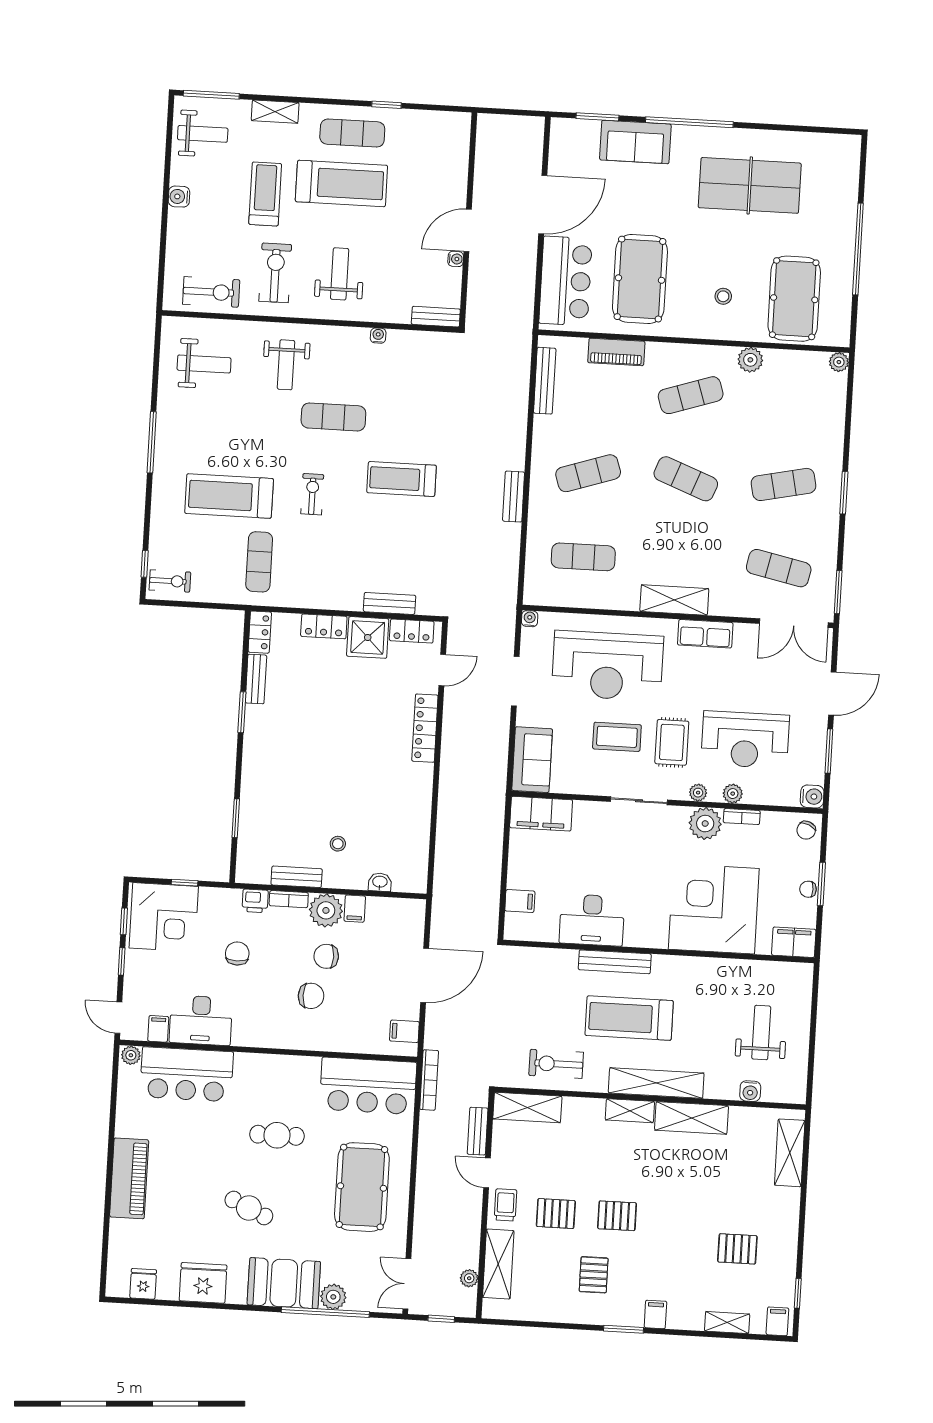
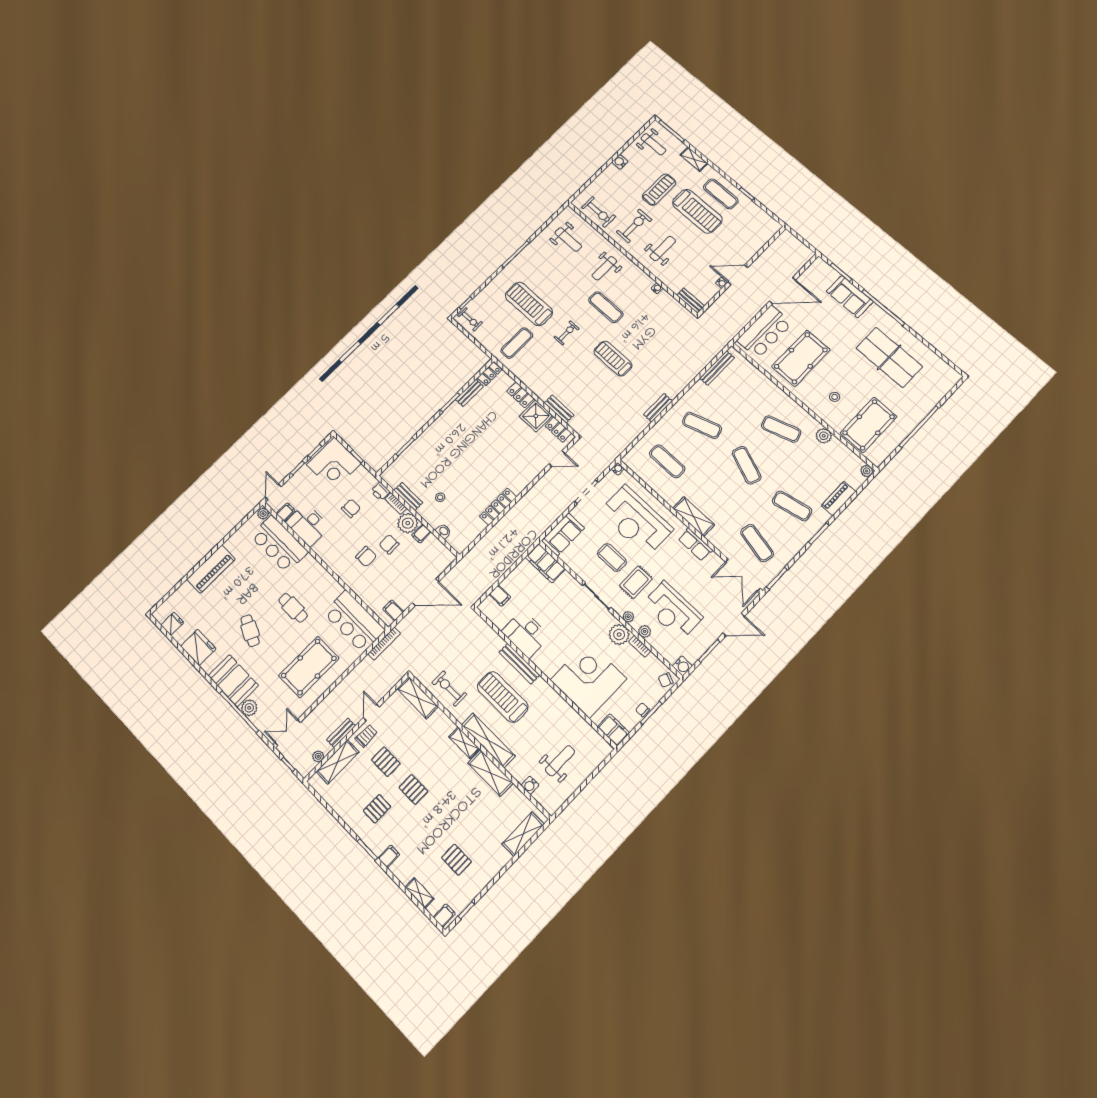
piano: (616, 352) -> (838, 499), moved, turned 90
locker: (425, 728) -> (498, 507), moved
bench: (478, 1131) -> (341, 733), moved

